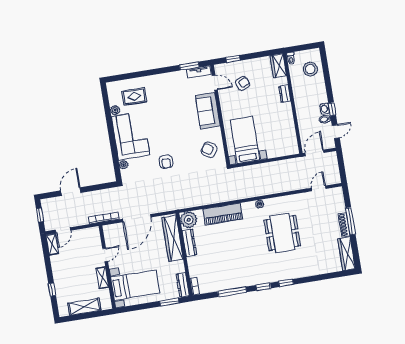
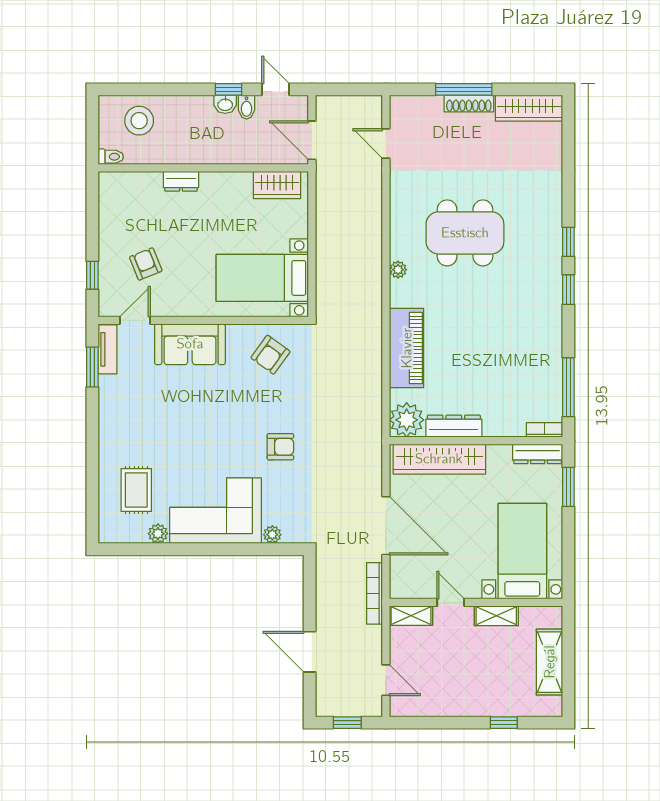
wardrobe: (278, 66) -> (277, 185), moved
shelving: (52, 244) -> (411, 616), moved
window: (232, 292) -> (568, 387), moved

